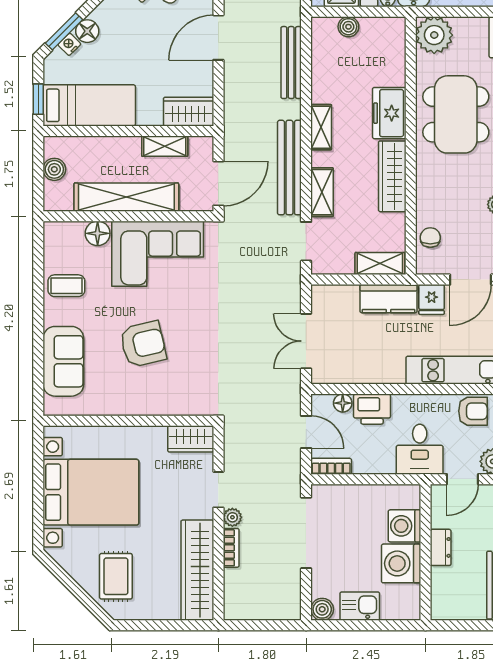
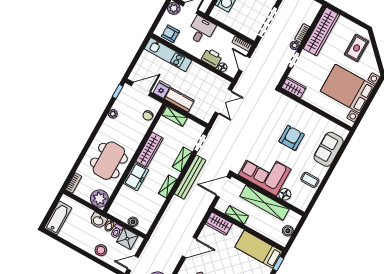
bench: (291, 63) -> (165, 220), removed
armchair: (143, 344) -> (292, 138), turned 103

